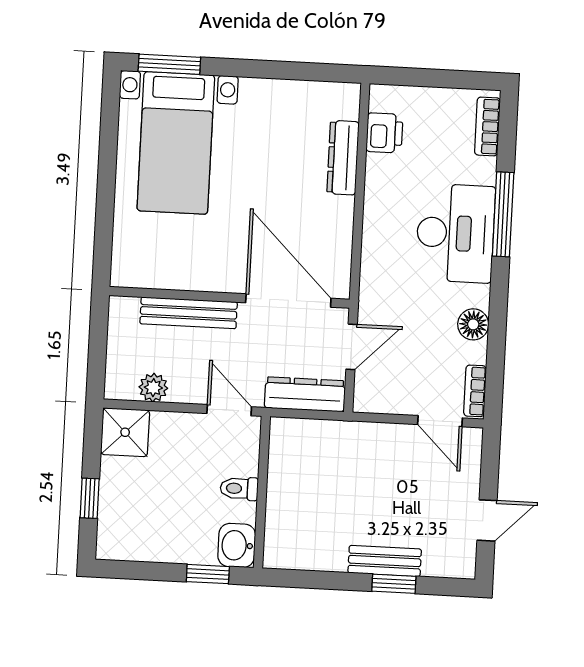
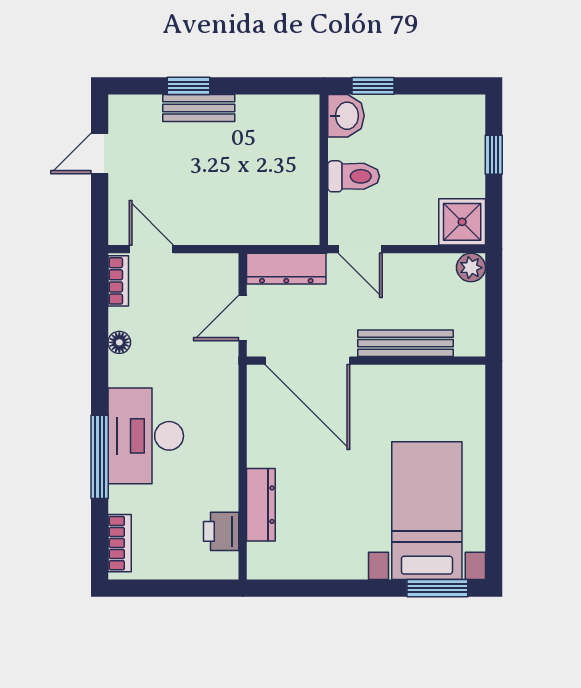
floor lamp: (473, 324) -> (119, 342), width x0.73, depth x0.73
plant: (153, 388) -> (471, 268), moved
toilet: (239, 489) -> (354, 176), width x1.37, depth x1.39

